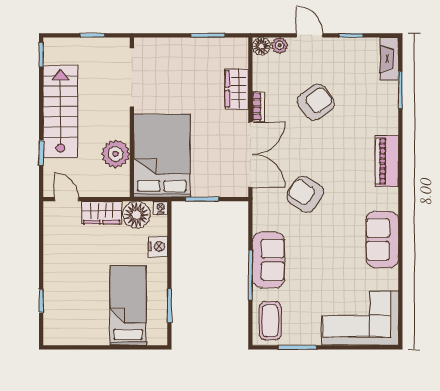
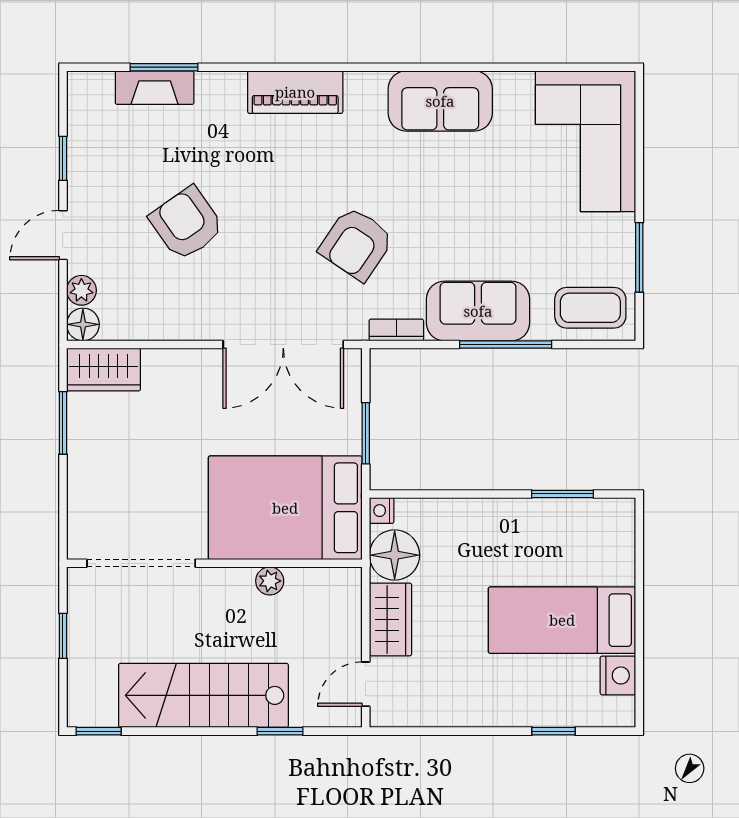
fireplace: (389, 59) -> (155, 88), moved
wardrobe: (237, 89) -> (104, 369), moved
bookcase: (258, 107) -> (396, 330), moved
plant: (116, 154) -> (270, 581), width x0.53, depth x0.53
double door: (250, 155) -> (283, 344), swing flipped
nightstand: (158, 247) -> (618, 675), moved, turned 90
bed: (128, 305) -> (562, 620), moved

